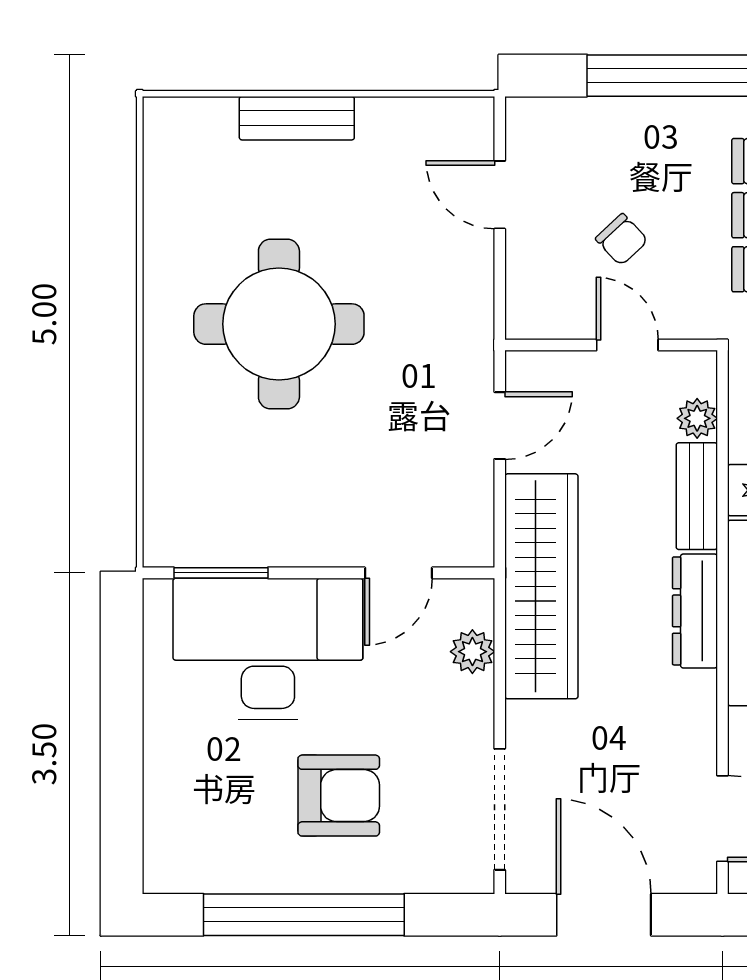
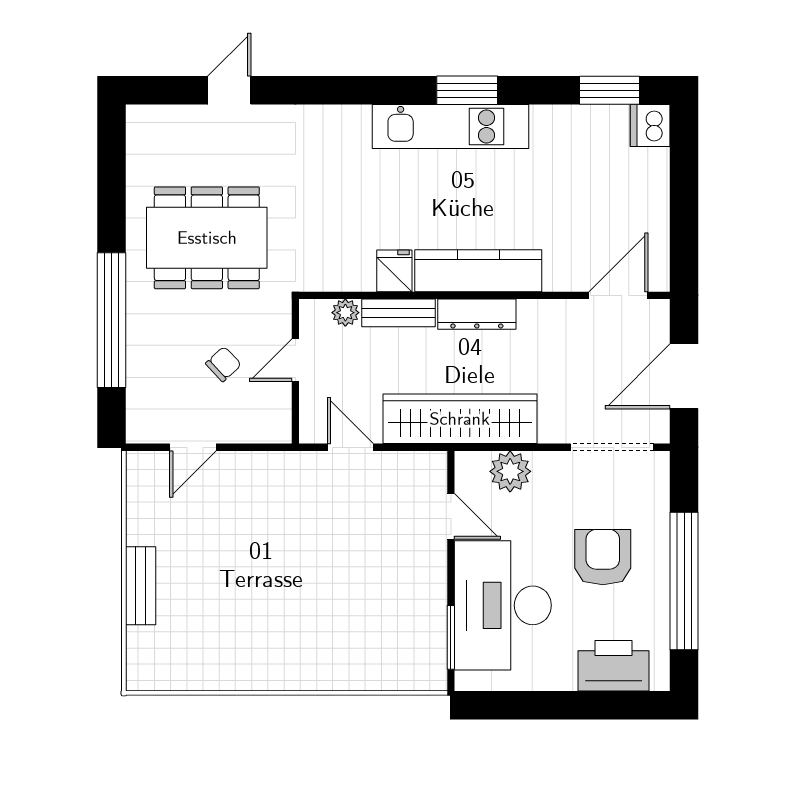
round table: (279, 324) -> (281, 598), removed
plant: (472, 652) -> (510, 471), width x1.38, depth x1.38
printer: (179, 811) -> (614, 666), added

